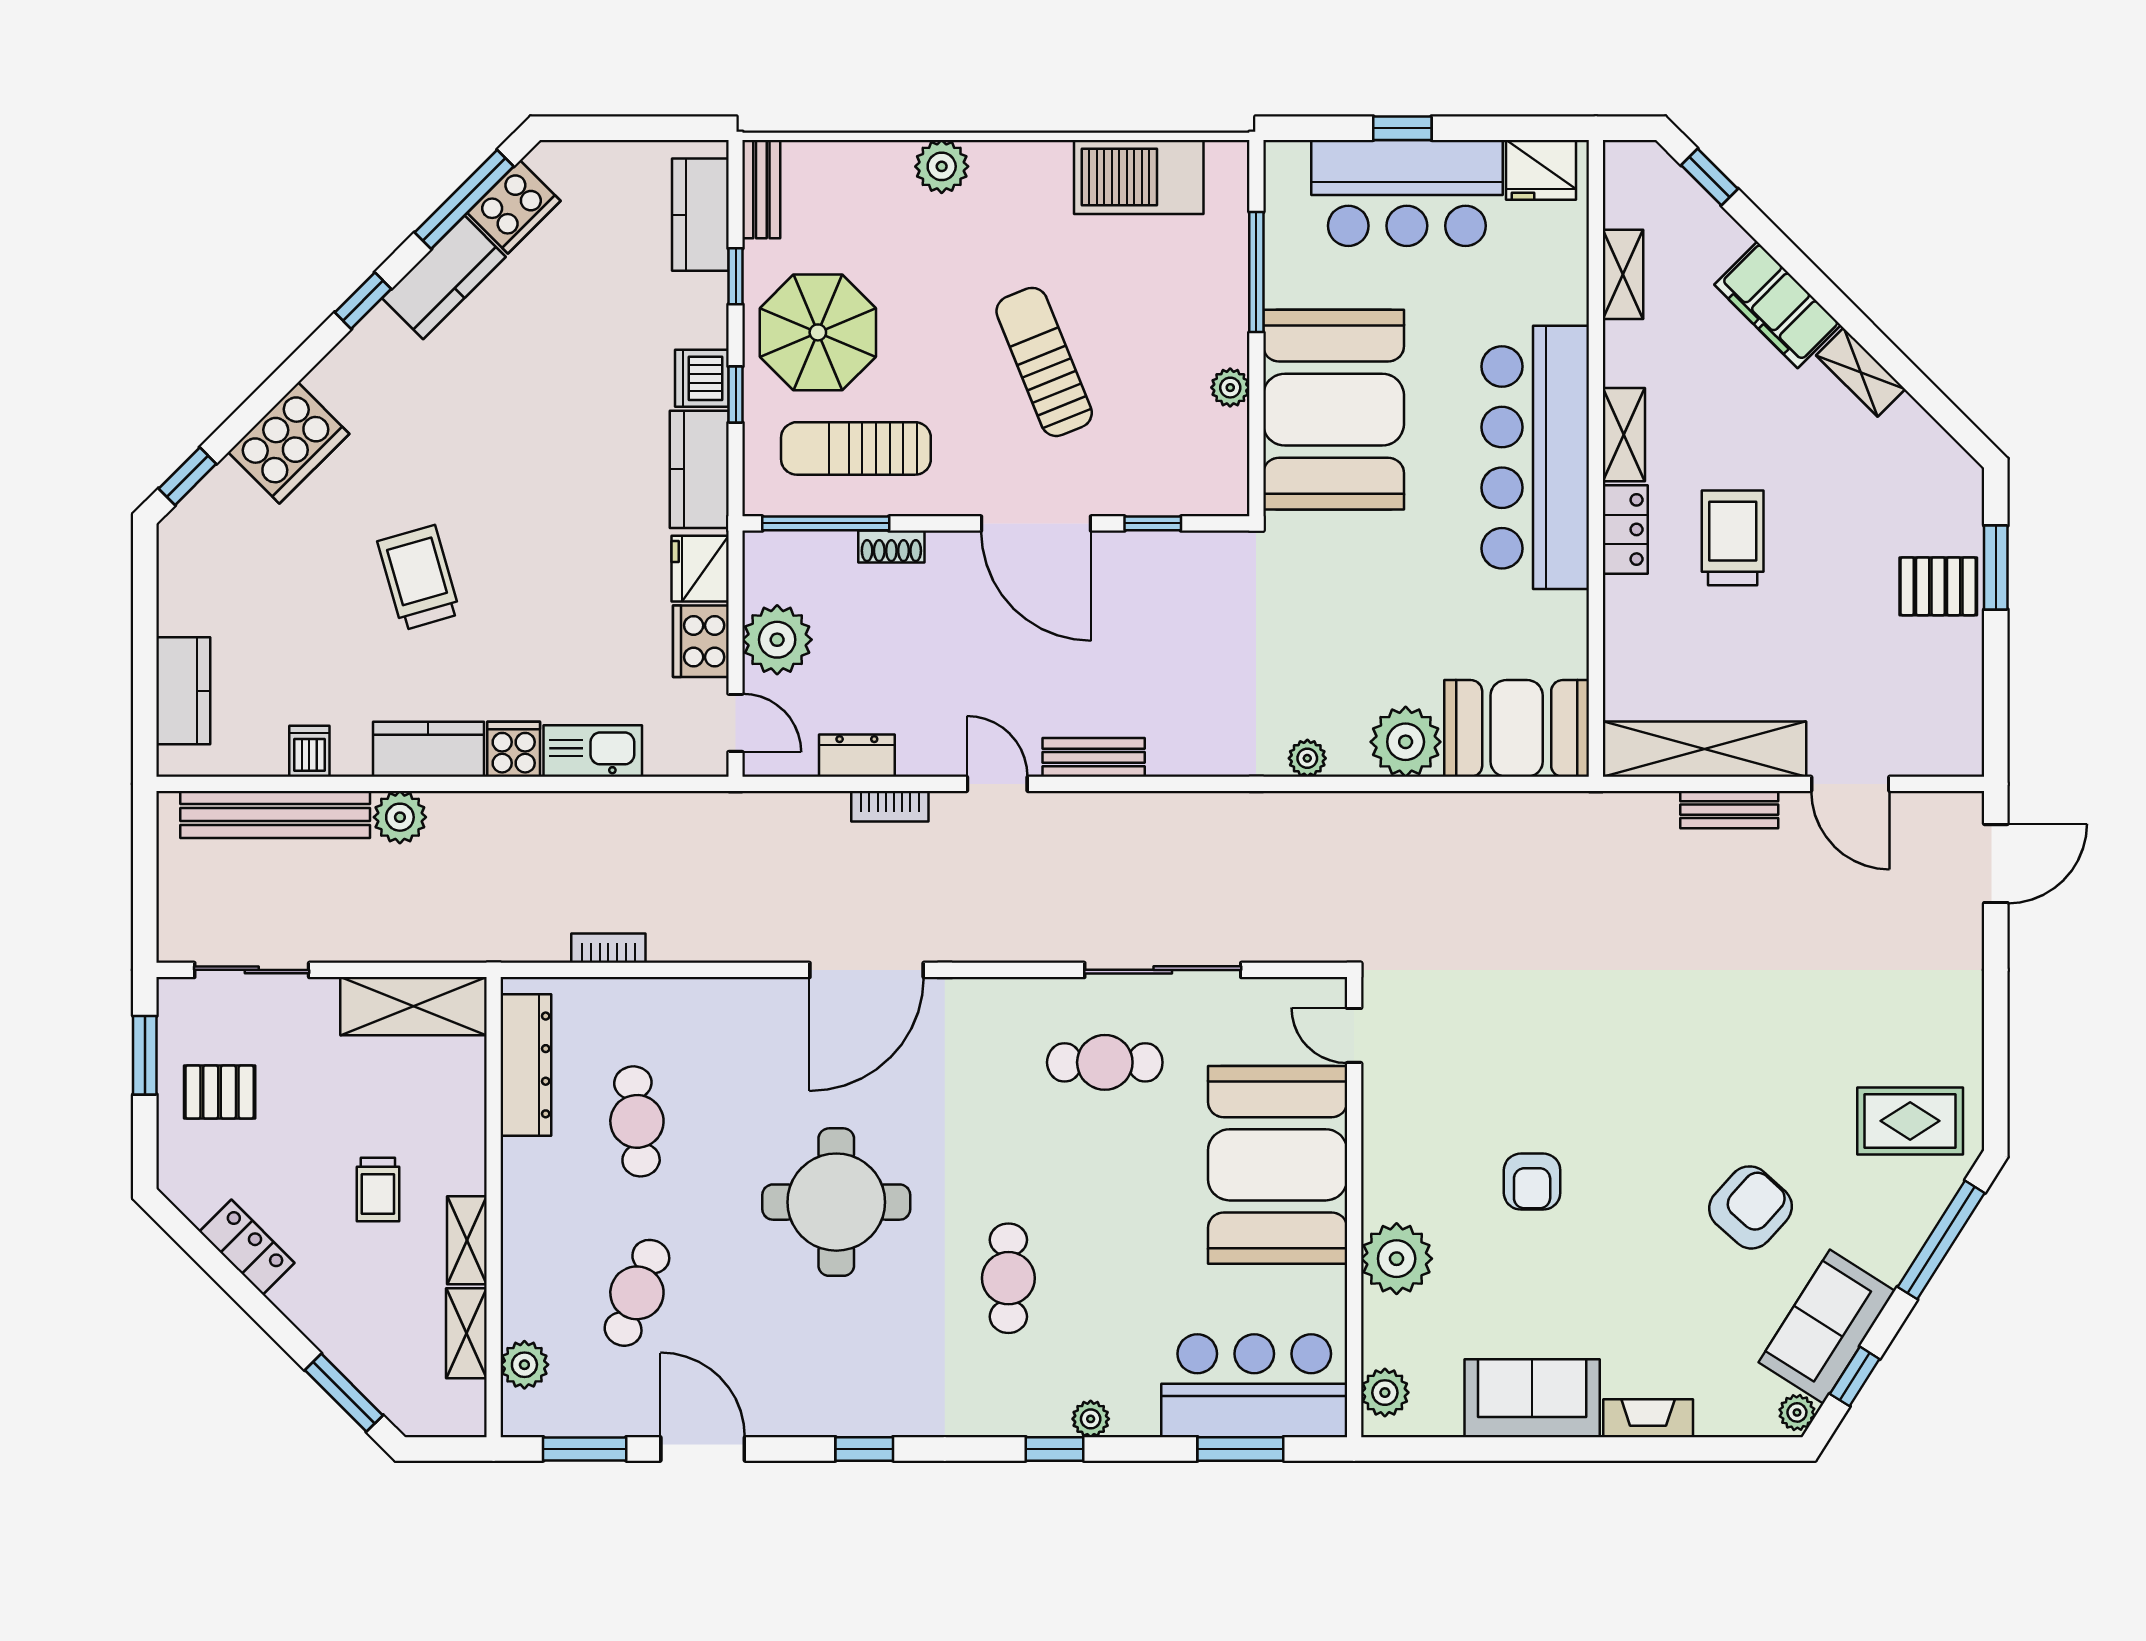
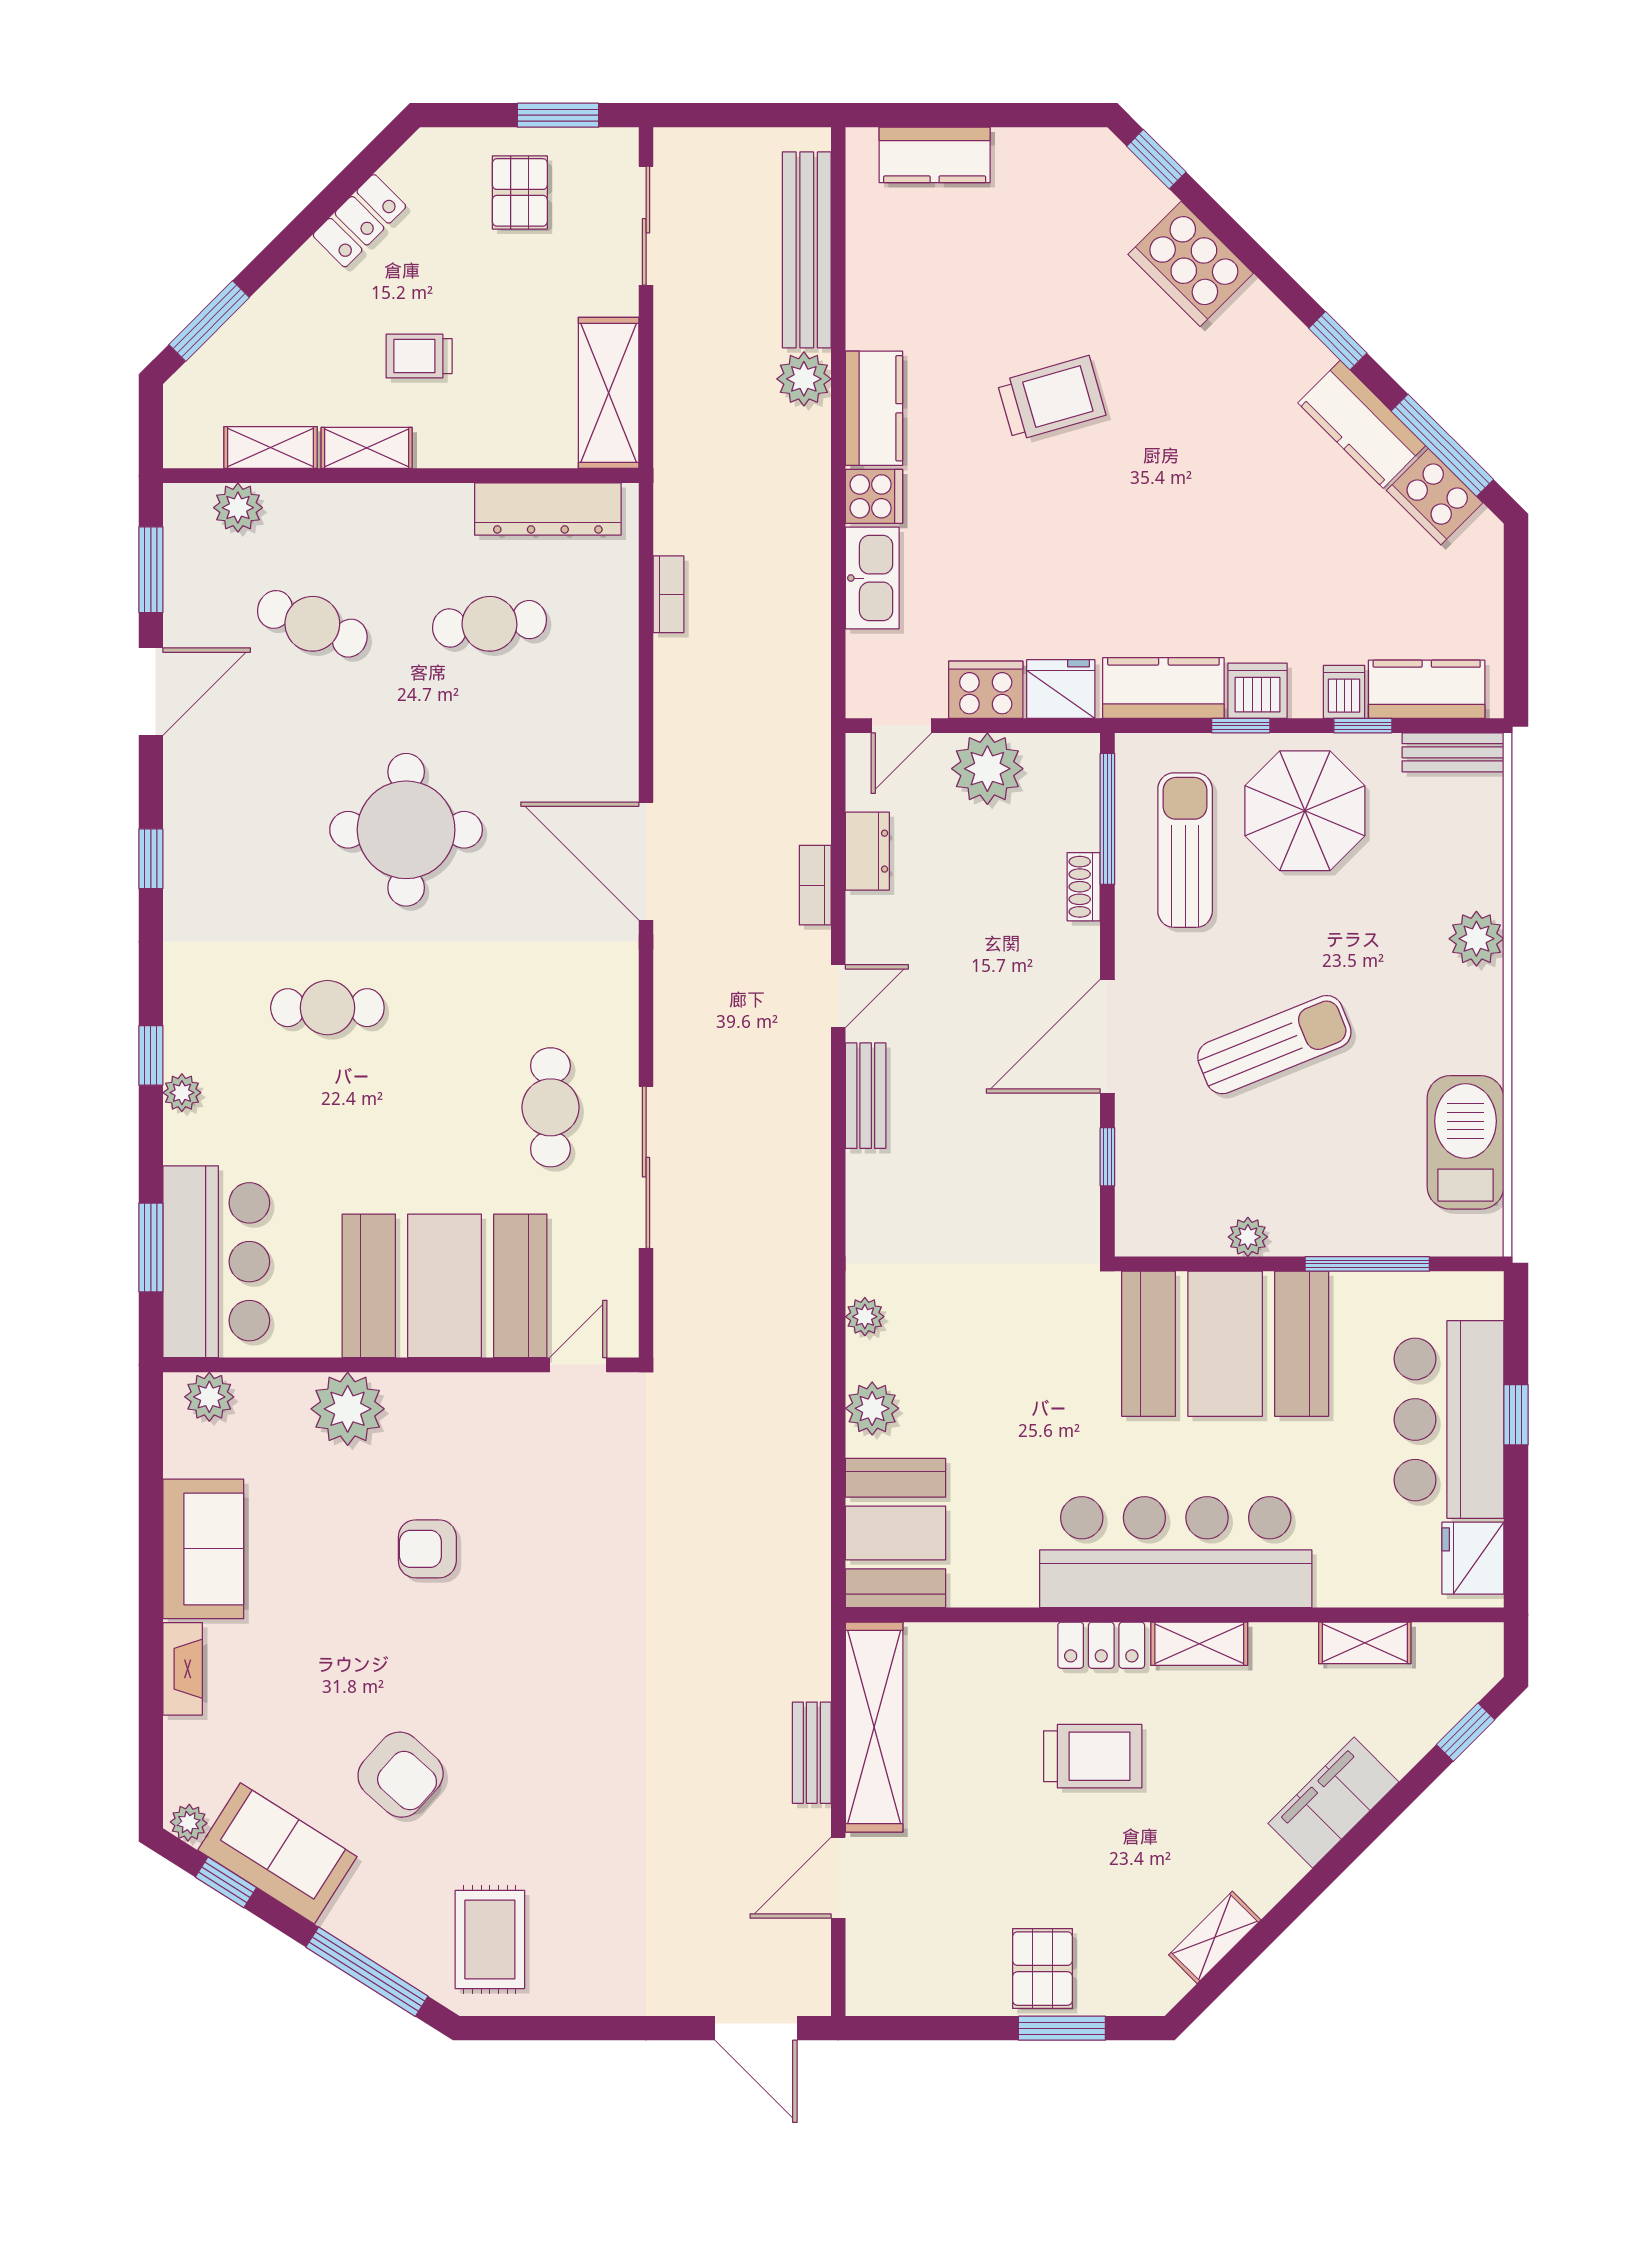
shelving: (1861, 372) -> (1215, 1937), moved
plant: (1406, 742) -> (872, 1408), width x0.73, depth x0.73
dishwasher: (309, 751) -> (1344, 692), moved, turned -90

